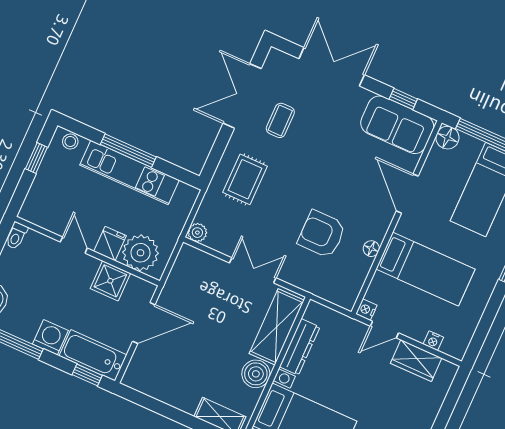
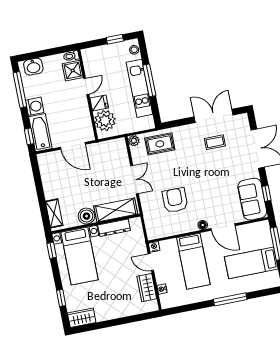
floor lamp: (447, 138) -> (263, 227), removed
rug: (245, 179) -> (160, 144), moved
door: (407, 194) -> (223, 227), swing flipped
floor lamp: (371, 249) -> (203, 225), moved
shower: (110, 281) -> (73, 71), moved

